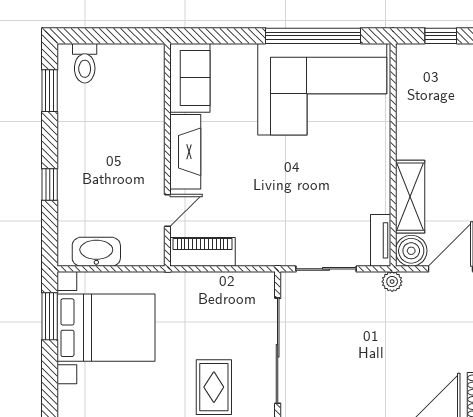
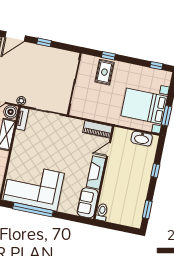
toilet: (85, 63) -> (102, 212), moved

